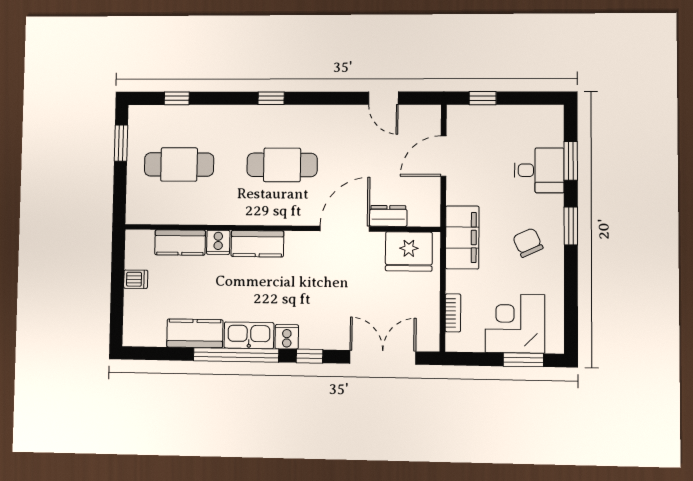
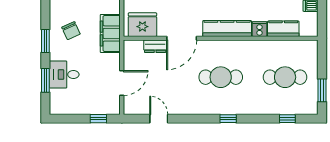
kitchen counter: (257, 244) -> (227, 28), width x1.50

